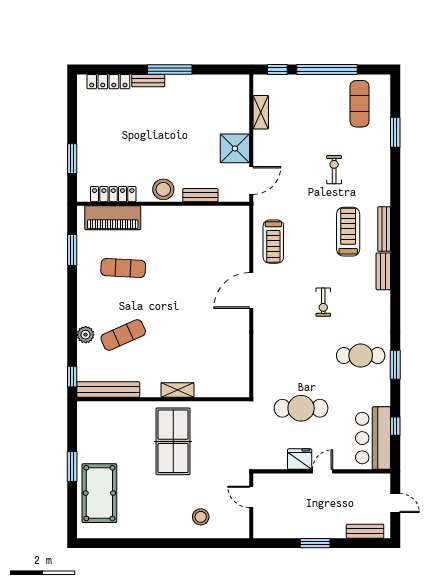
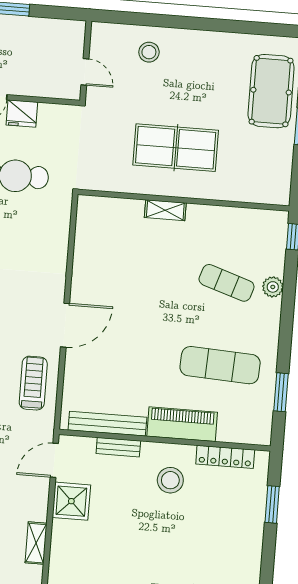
stool: (163, 189) -> (170, 480), moved
piano: (113, 218) -> (182, 424), moved
exercise mat: (123, 268) -> (220, 365), width x1.36, depth x1.45
exercise mat: (123, 335) -> (227, 283), turned 42
bench: (108, 390) -> (107, 424), moved
table tennis table: (173, 441) -> (176, 148), turned 90

